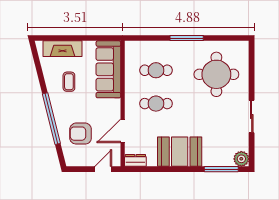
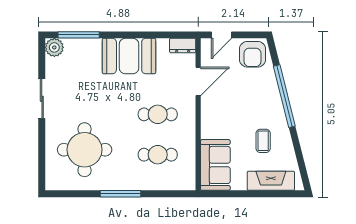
sofa: (108, 69) -> (215, 165), width x0.73
armchair: (81, 134) -> (253, 54), moved, turned 90

